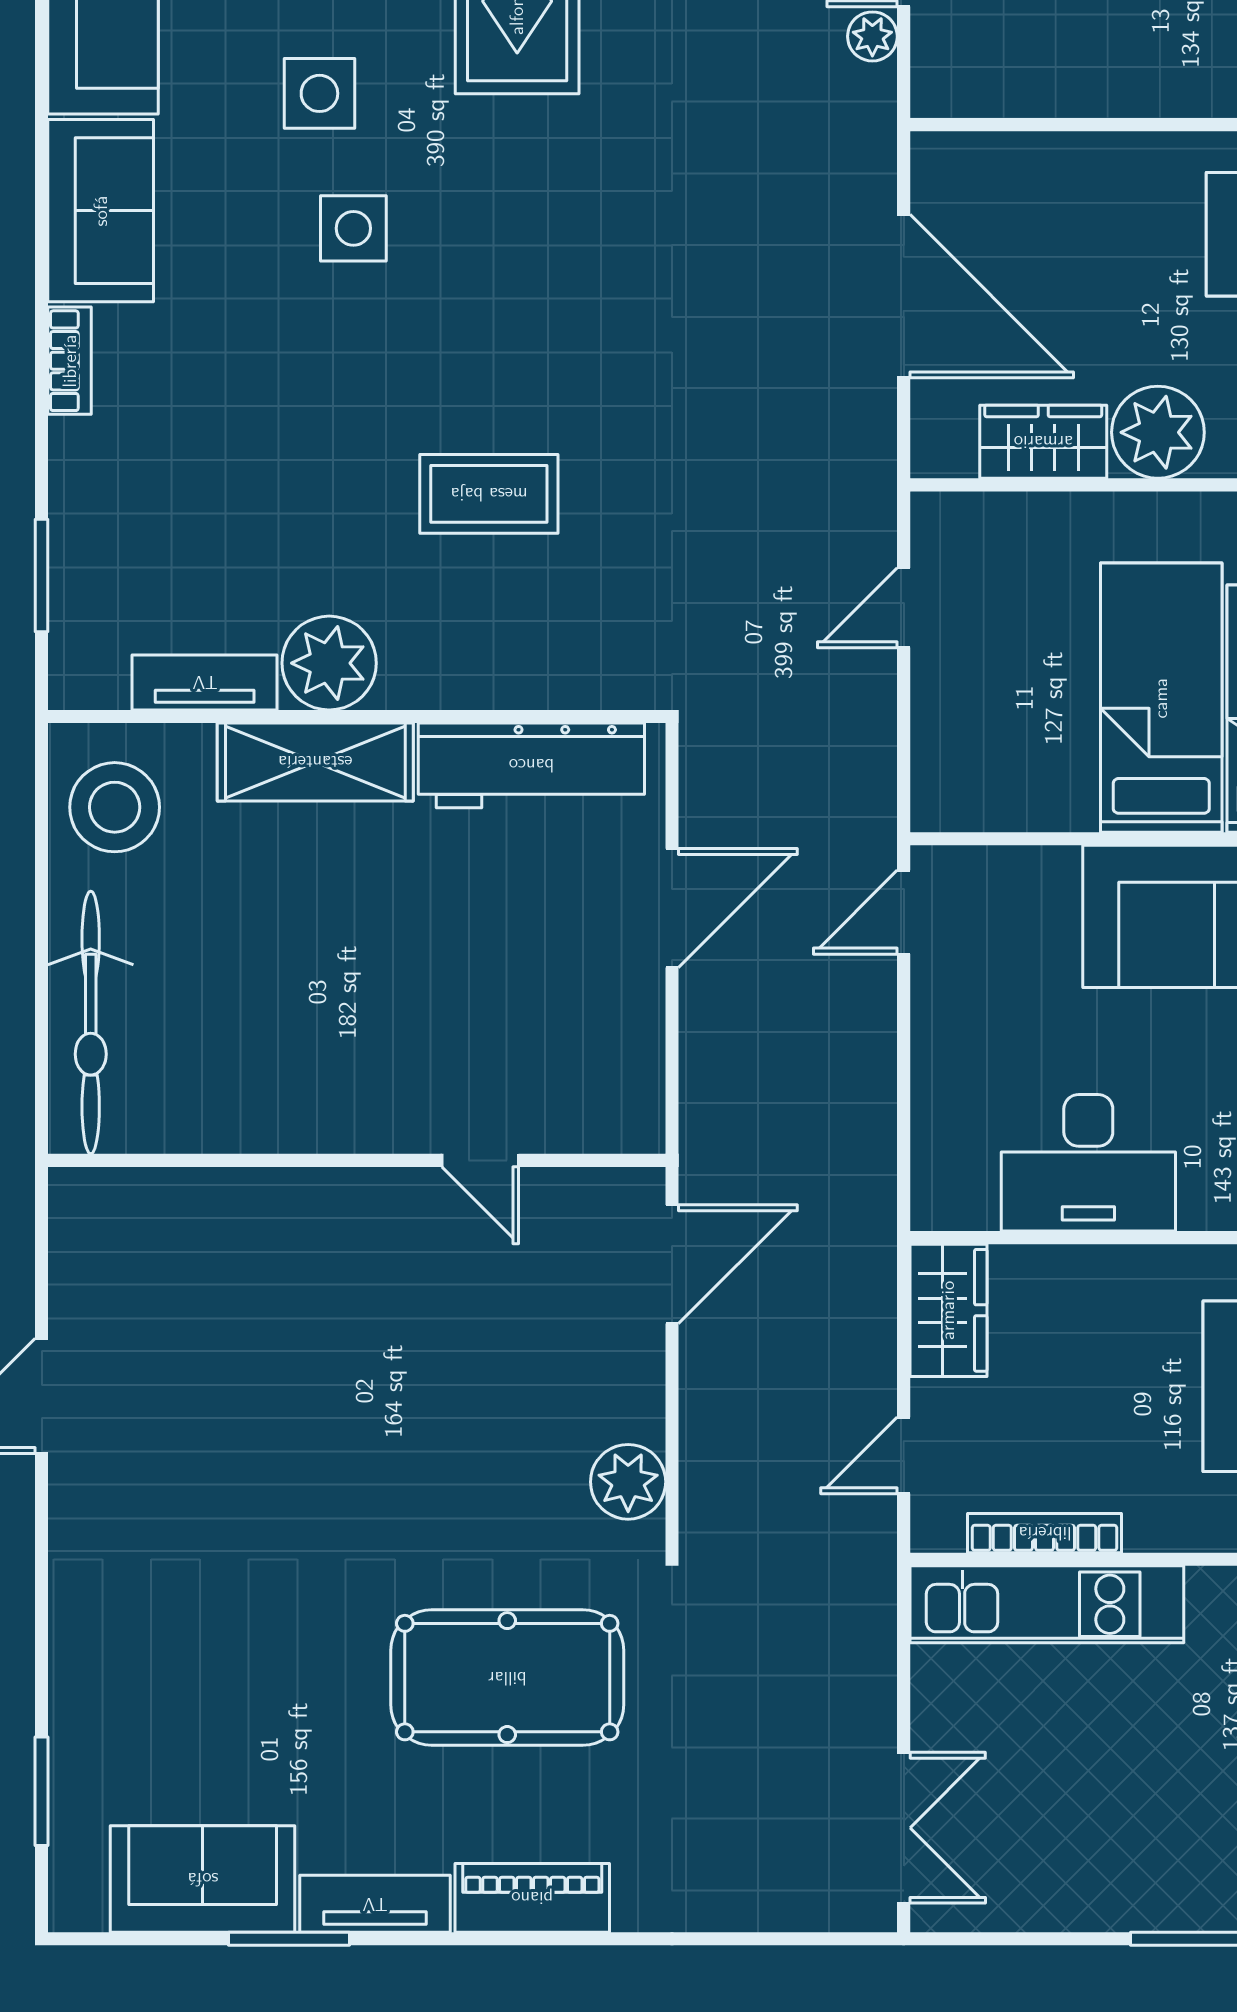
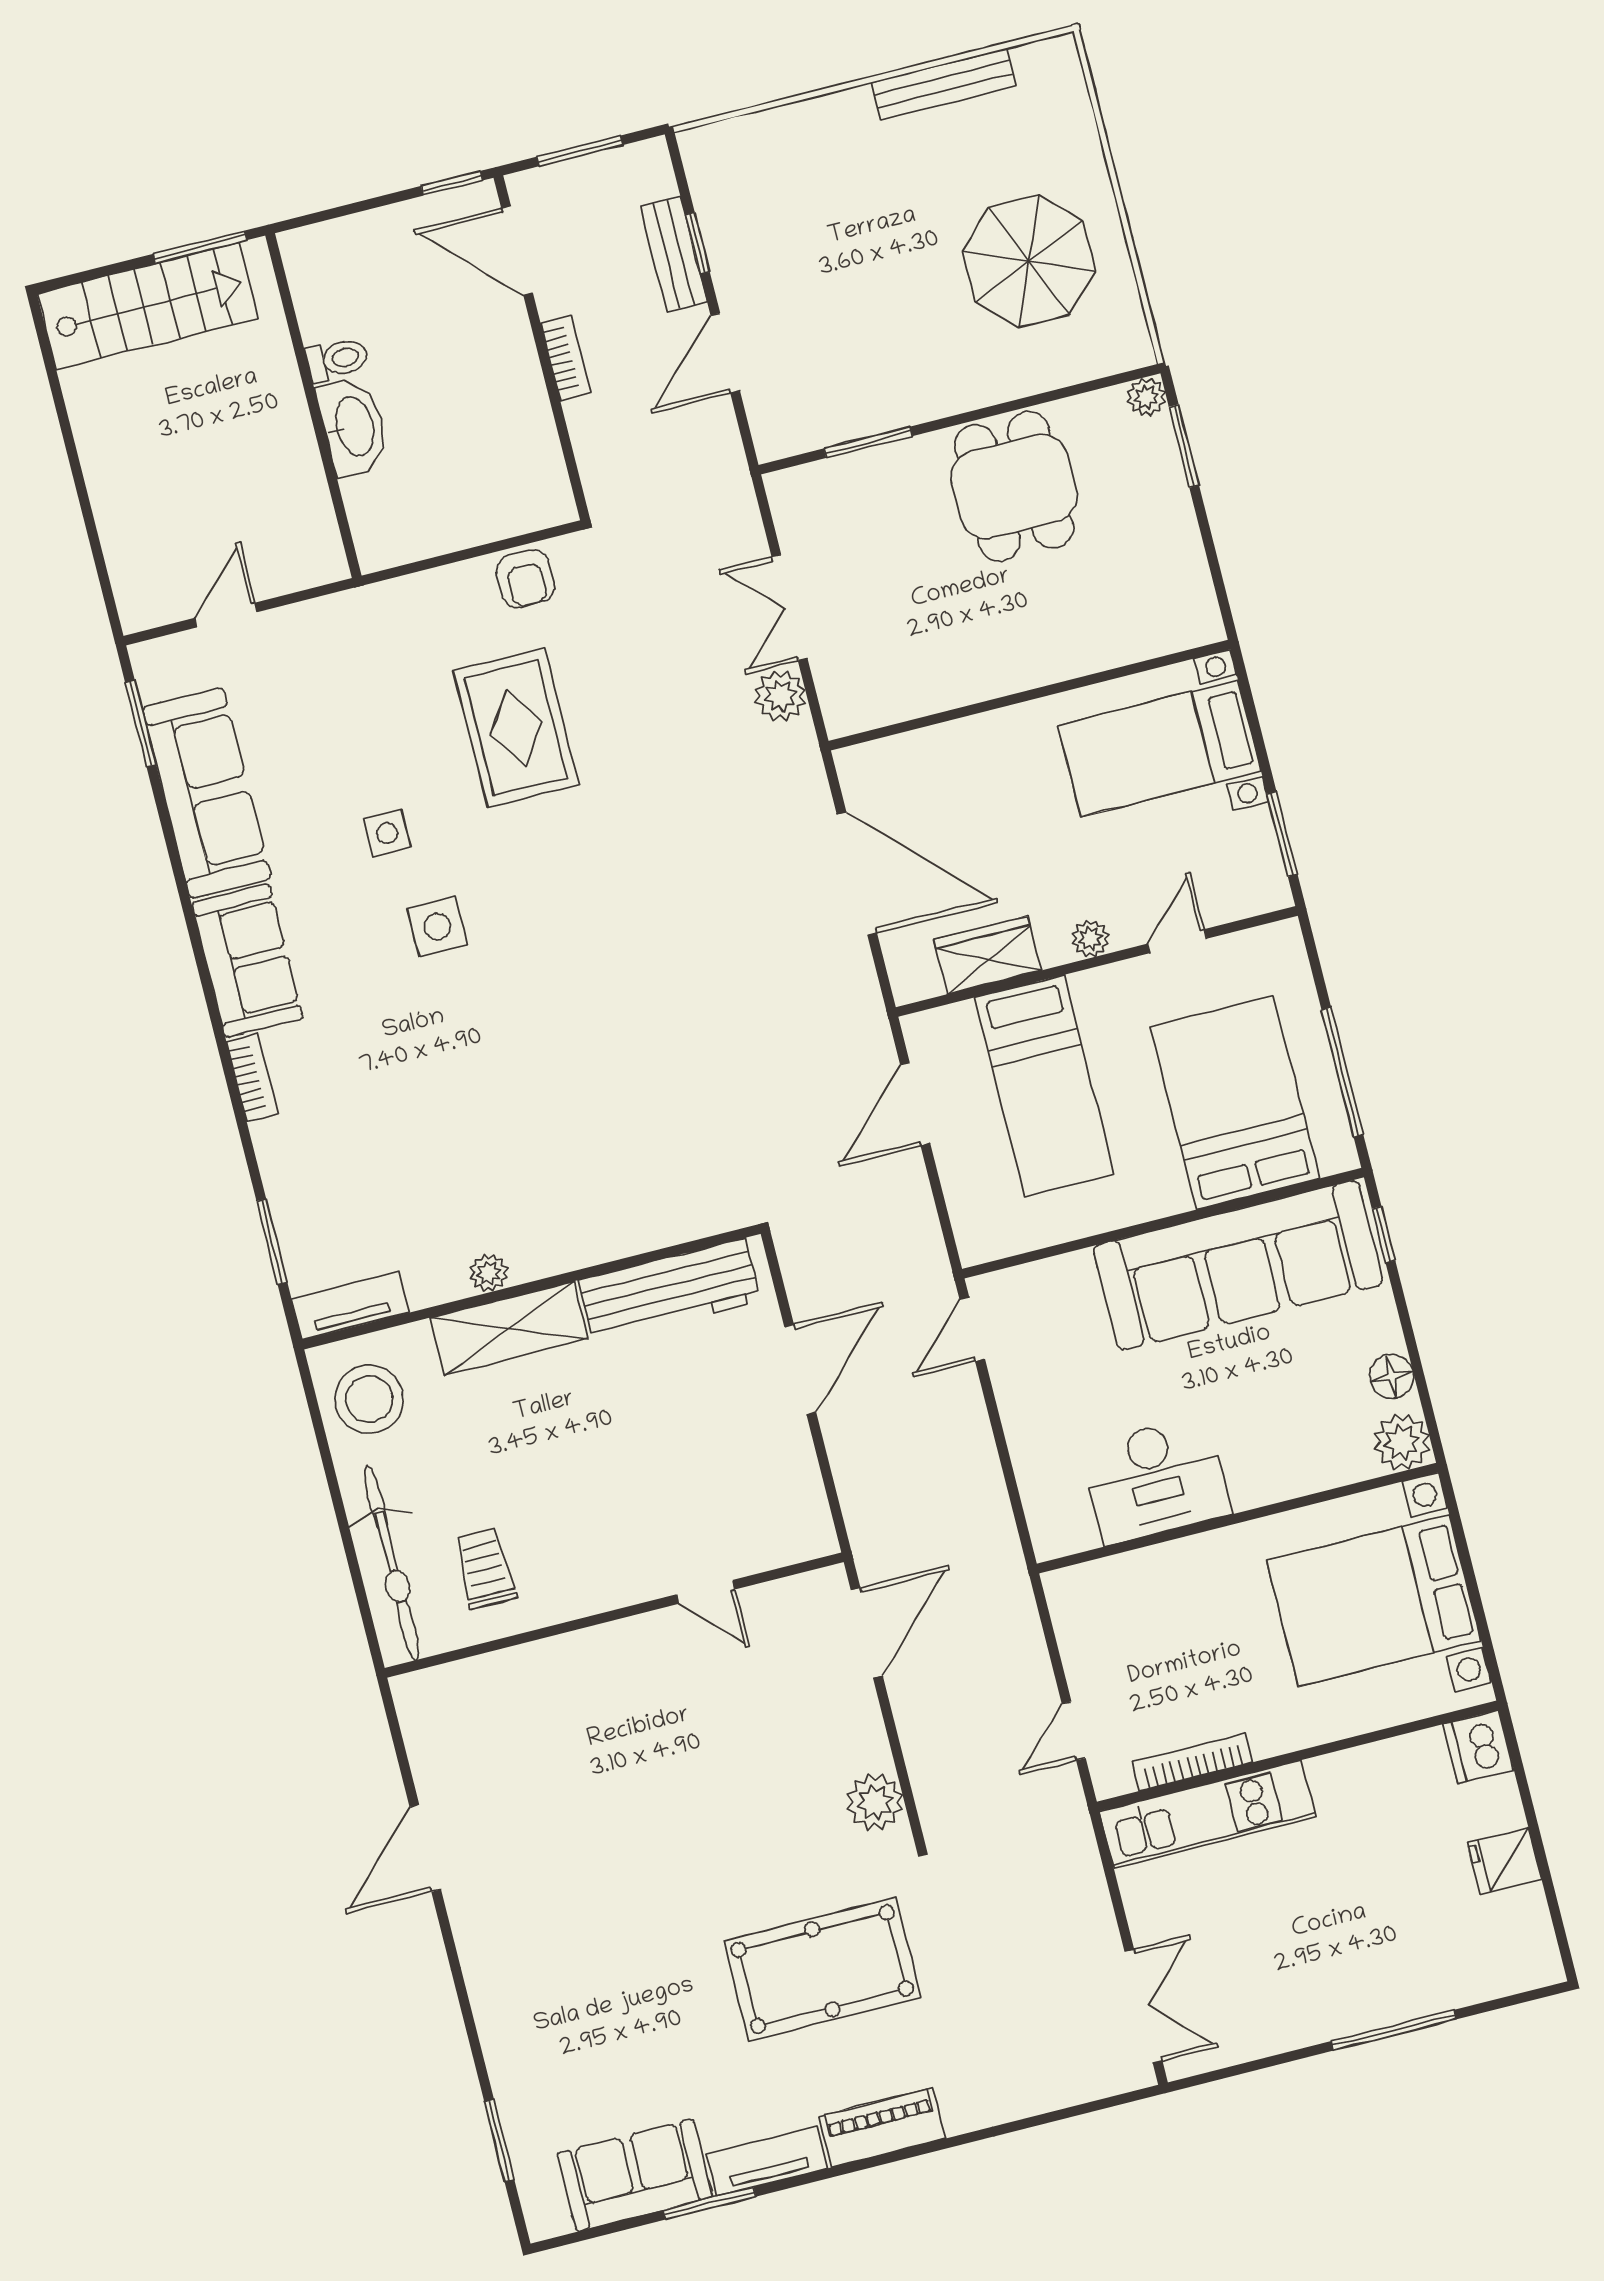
plant: (872, 36) -> (780, 696), width x1.38, depth x1.38
side table: (319, 93) -> (387, 833), width x0.73, depth x0.73
plant: (1158, 432) -> (1090, 939), width x0.53, depth x0.53
coffee table: (489, 494) -> (587, 1097), removed
door: (904, 608) -> (915, 1104), width x1.38
plant: (329, 663) -> (489, 1273), width x0.53, depth x0.53
tv unit: (205, 682) -> (350, 1306), moved
bed: (1161, 698) -> (1044, 1086), moved, turned 180
trolley: (208, 1059) -> (485, 1568), added
wardrobe: (948, 1310) -> (1080, 1615), removed

